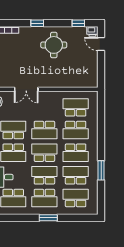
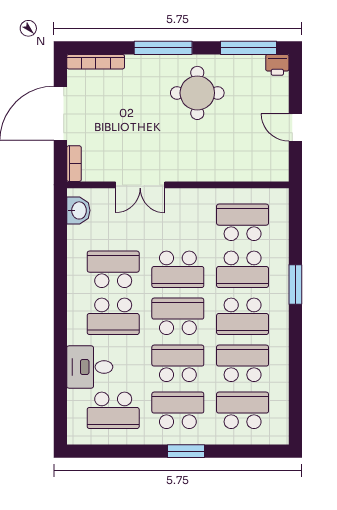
window: (37, 23) -> (163, 48), width x2.17
window: (78, 23) -> (248, 48), width x2.17
door: (101, 44) -> (295, 127), moved
window: (101, 170) -> (295, 285), moved
school desk: (44, 198) -> (178, 410), turned 180

